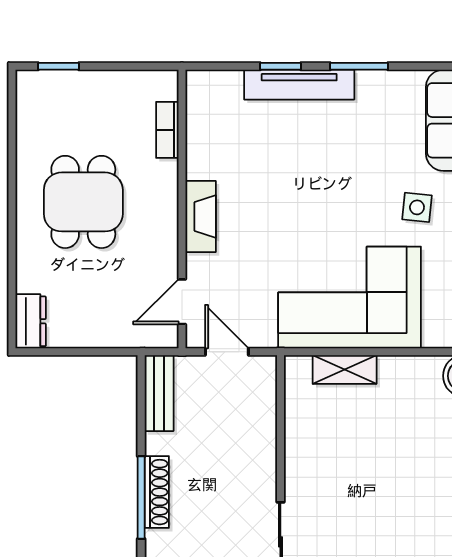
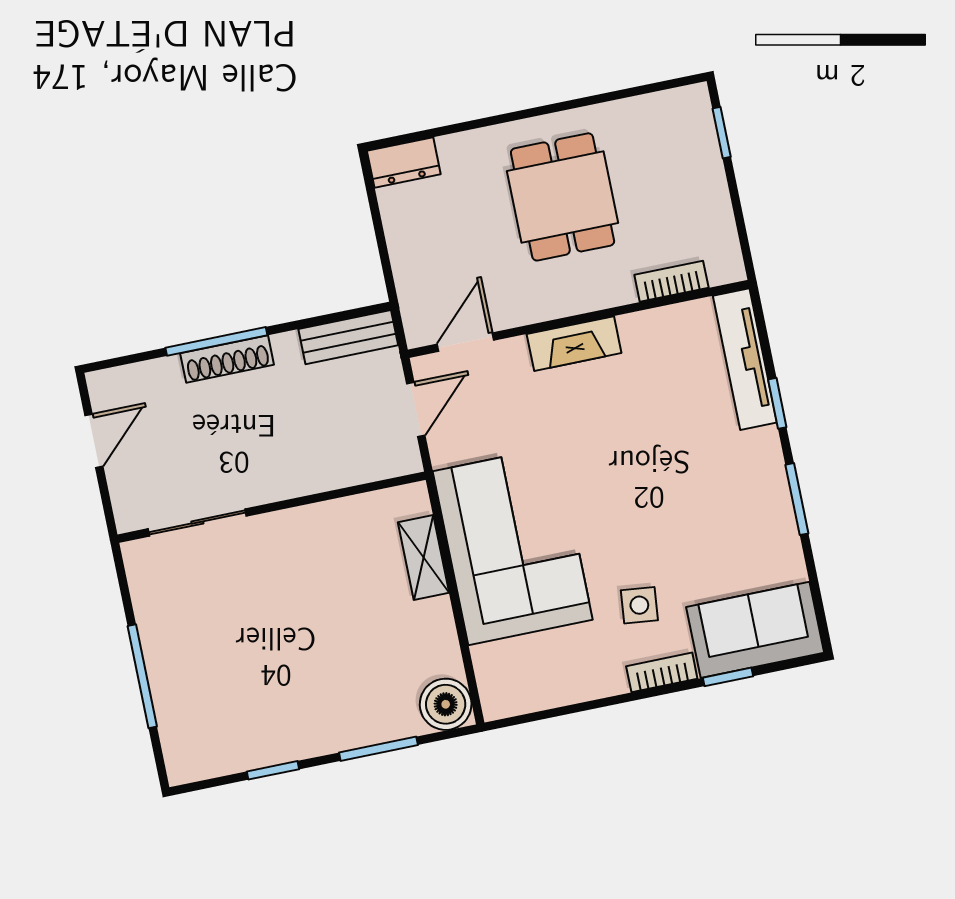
tv unit: (299, 85) -> (745, 359), moved
dining table: (83, 202) -> (563, 197), turned 90
door: (182, 302) -> (466, 342), hinge flipped

